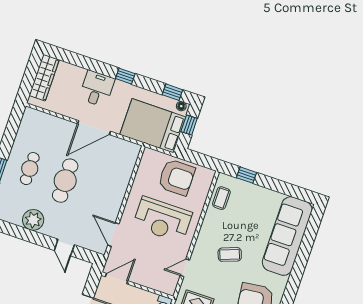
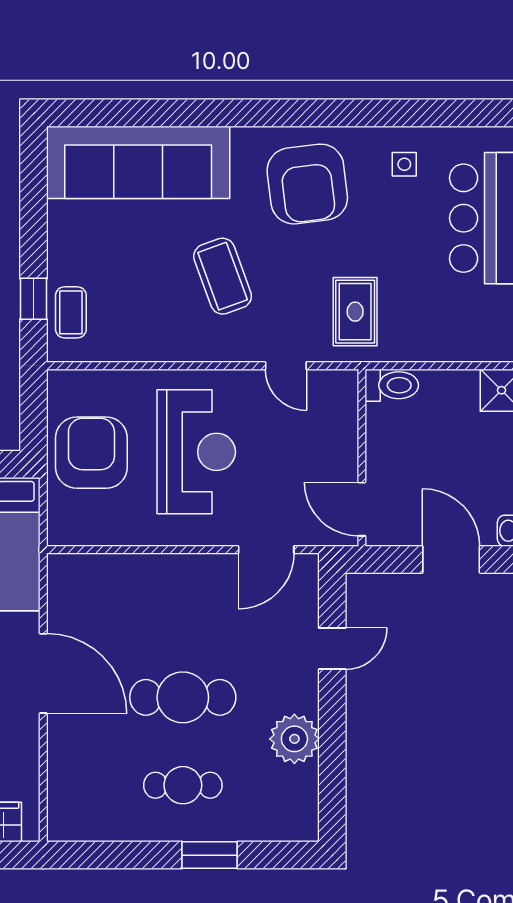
coffee table: (221, 198) -> (71, 312), moved, turned 90
coffee table: (230, 254) -> (223, 276), width x1.36, depth x1.30

